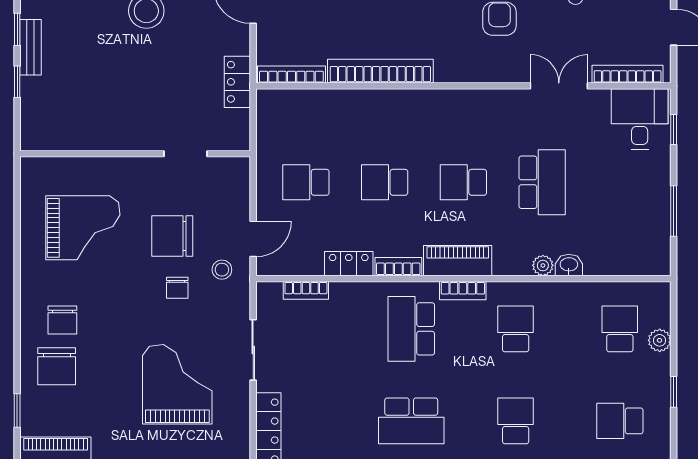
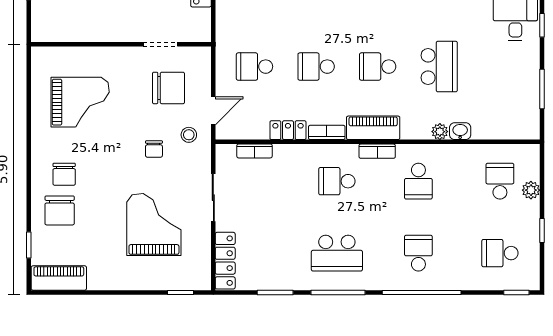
chair: (172, 236) -> (169, 88), moved, turned 180
school desk: (411, 329) -> (337, 181), width x0.54
school desk: (516, 329) -> (418, 181), turned 180

